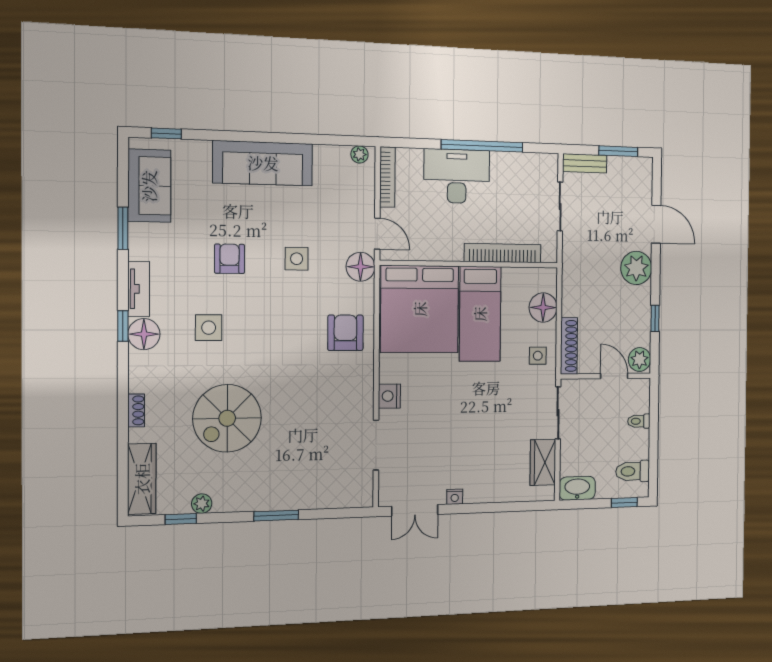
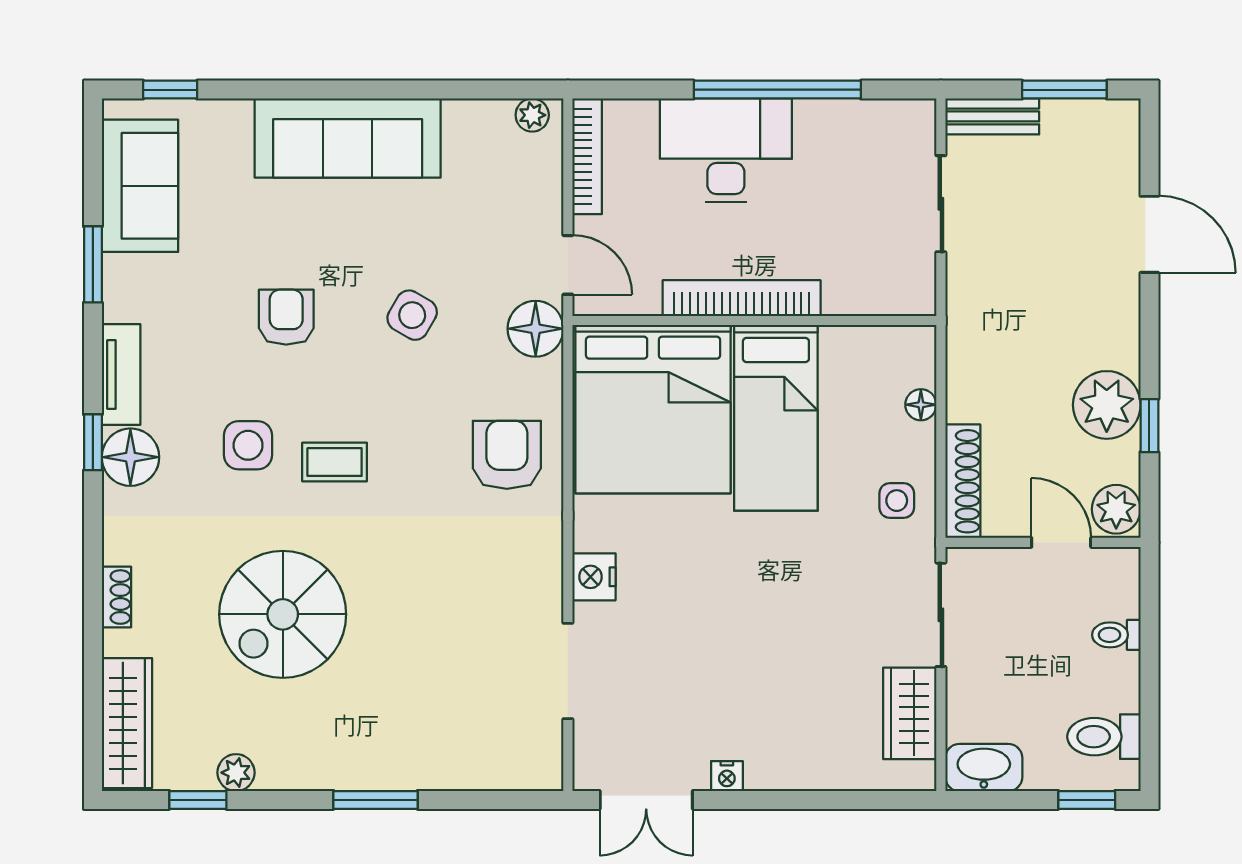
bookcase: (503, 253) -> (742, 298), moved
side table: (297, 259) -> (412, 315), turned 30
plant: (636, 268) -> (1107, 405), moved
floor lamp: (543, 308) -> (921, 405), width x0.53, depth x0.53
coffee table: (255, 337) -> (335, 462), added

